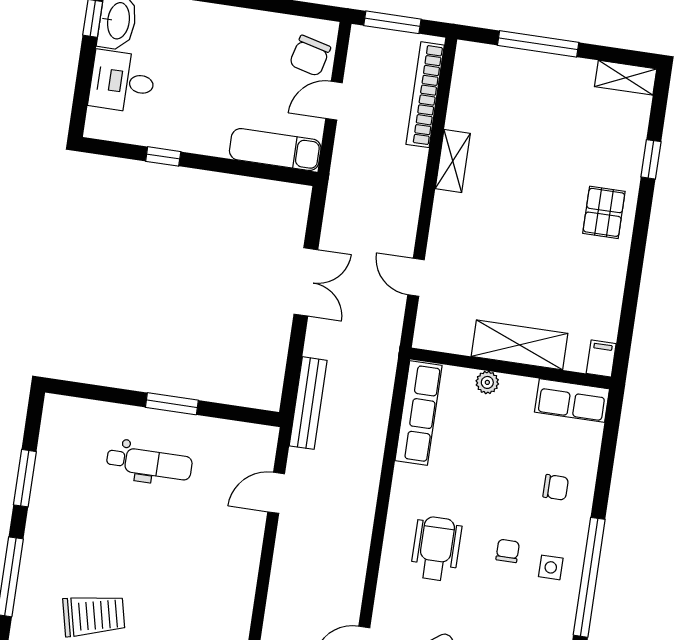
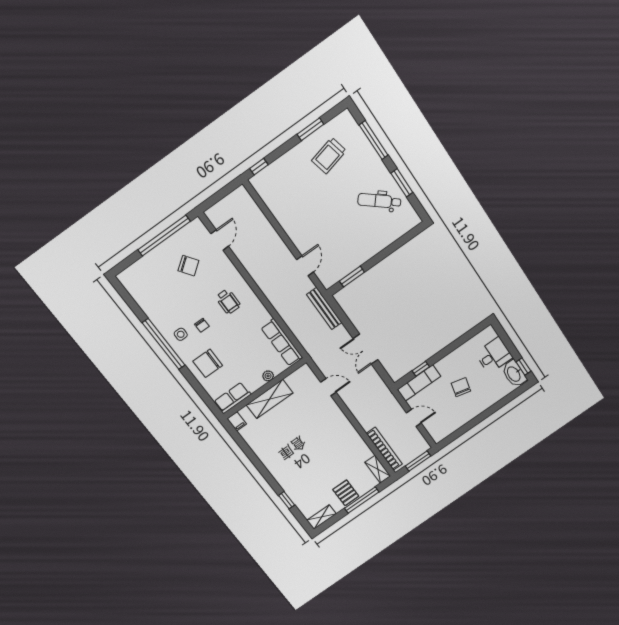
chair: (310, 56) -> (461, 387), moved
door: (334, 101) -> (414, 418), hinge flipped
window: (163, 156) -> (421, 369), moved
shelving: (453, 161) -> (378, 469), moved
pallet: (604, 212) -> (346, 493), moved
window: (172, 404) -> (352, 277), moved
dental chair: (149, 463) -> (379, 201), moved, turned 40
chair: (556, 487) -> (208, 363), width x1.87, depth x1.87
wheelchair: (436, 549) -> (228, 301), width x0.73, depth x0.73

